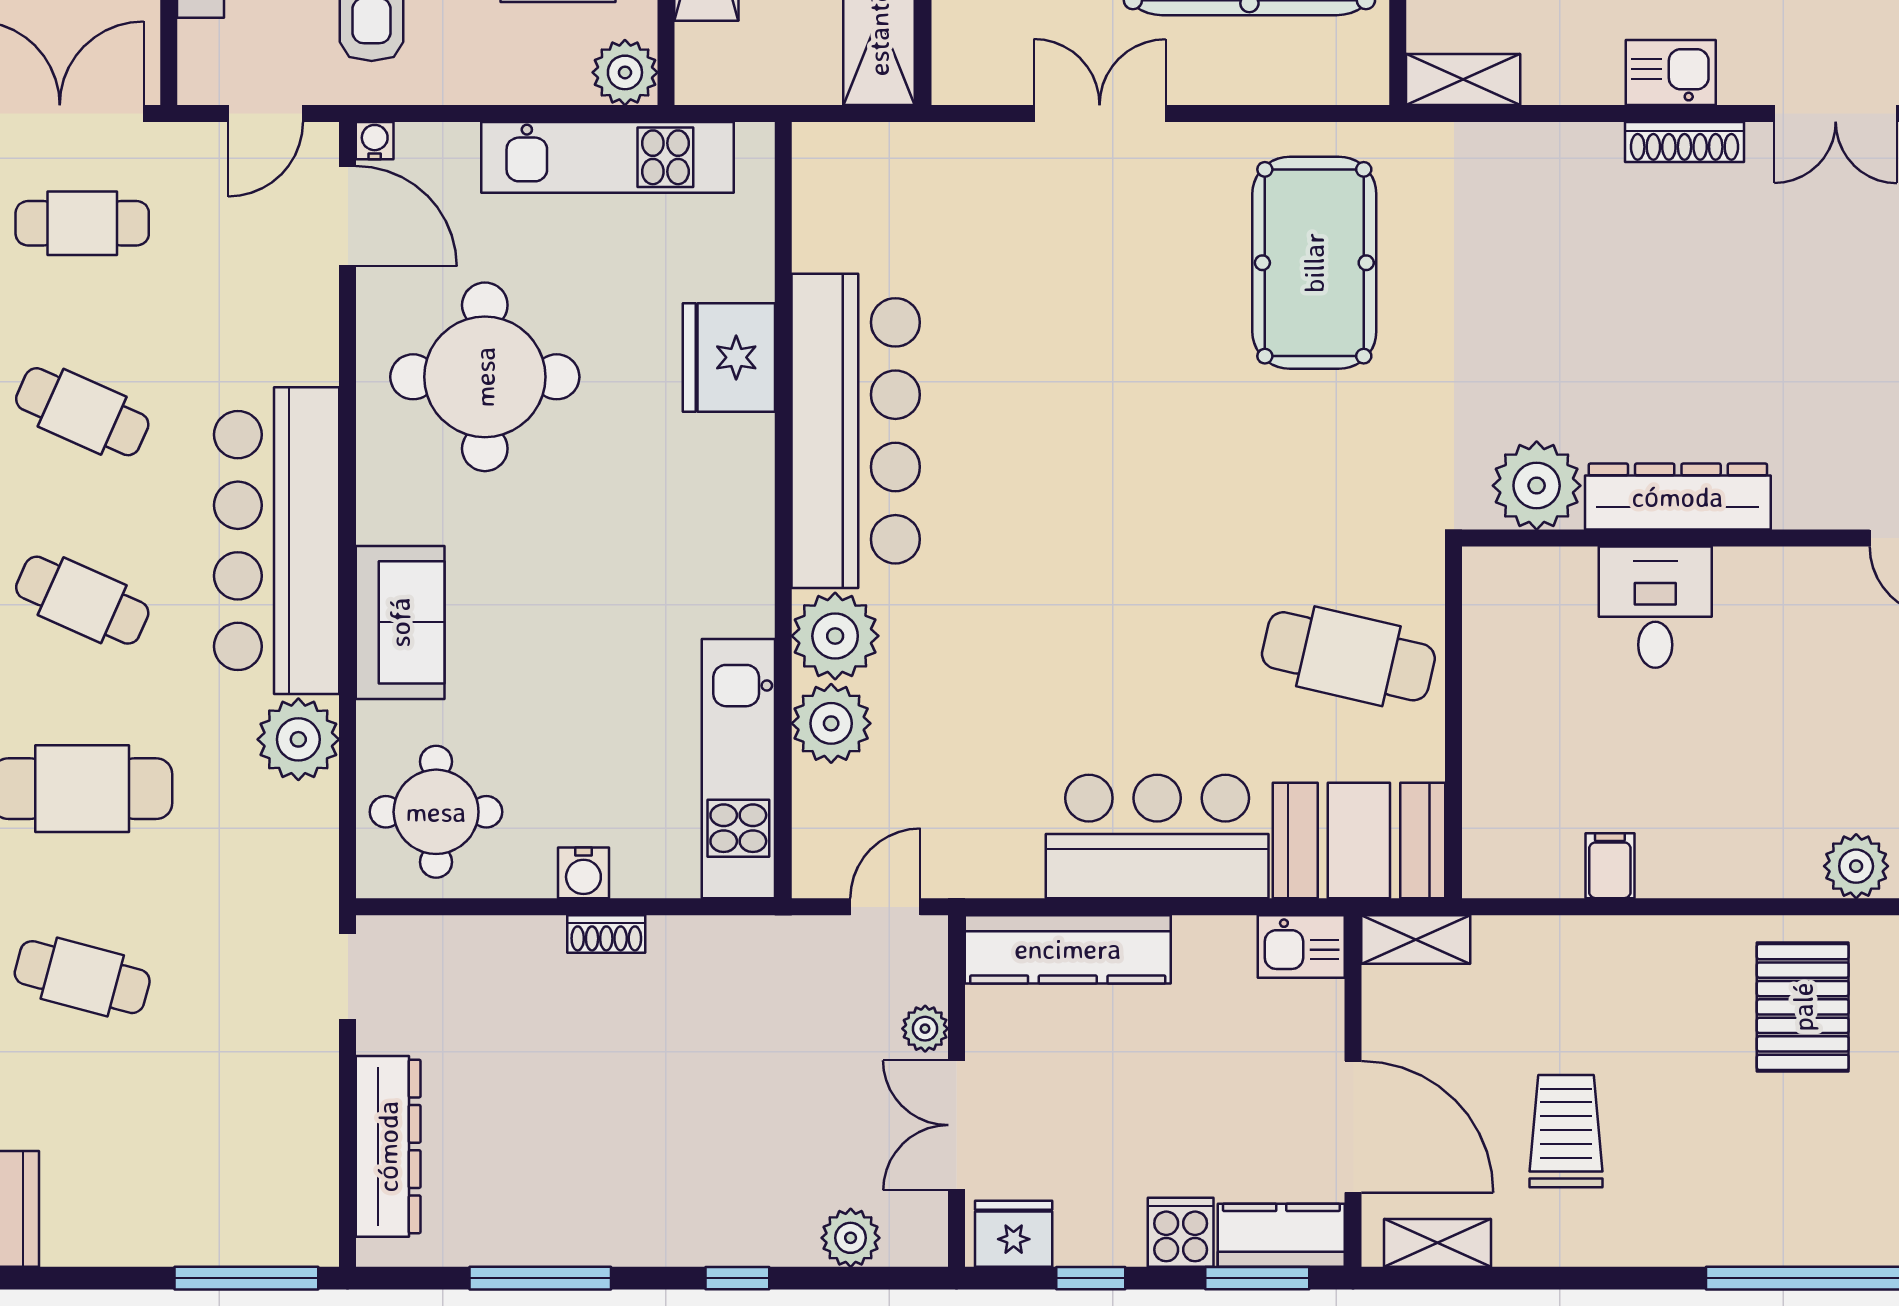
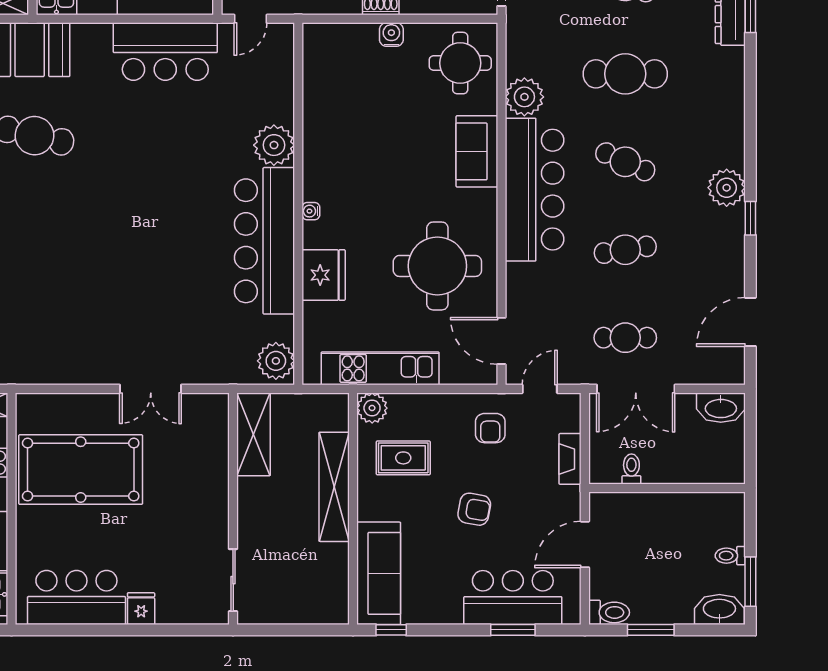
water cooler: (375, 141) -> (311, 211), moved, turned 90
pool table: (1314, 263) -> (50, 319), removed
cafe table: (82, 412) -> (625, 250), turned -33
plant: (831, 723) -> (276, 361), moved
kitchen unit: (738, 769) -> (319, 83), removed
bar counter: (1157, 836) -> (165, 52), moved

